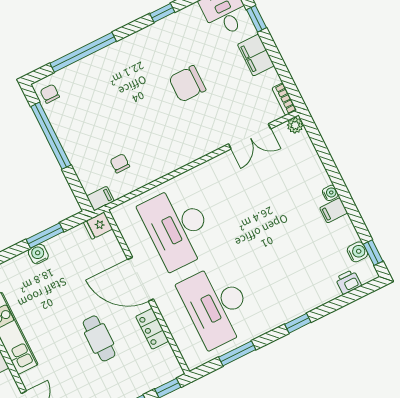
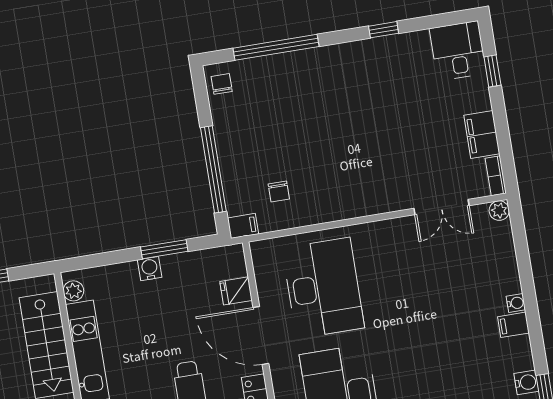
filing cabinet: (256, 55) -> (482, 134), moved
chair: (187, 84) -> (387, 122), removed
window: (51, 136) -> (213, 169), moved
chair: (120, 163) -> (279, 191), turned 180
fridge: (98, 226) -> (236, 291), moved
desk: (177, 227) -> (323, 288), turned 180

